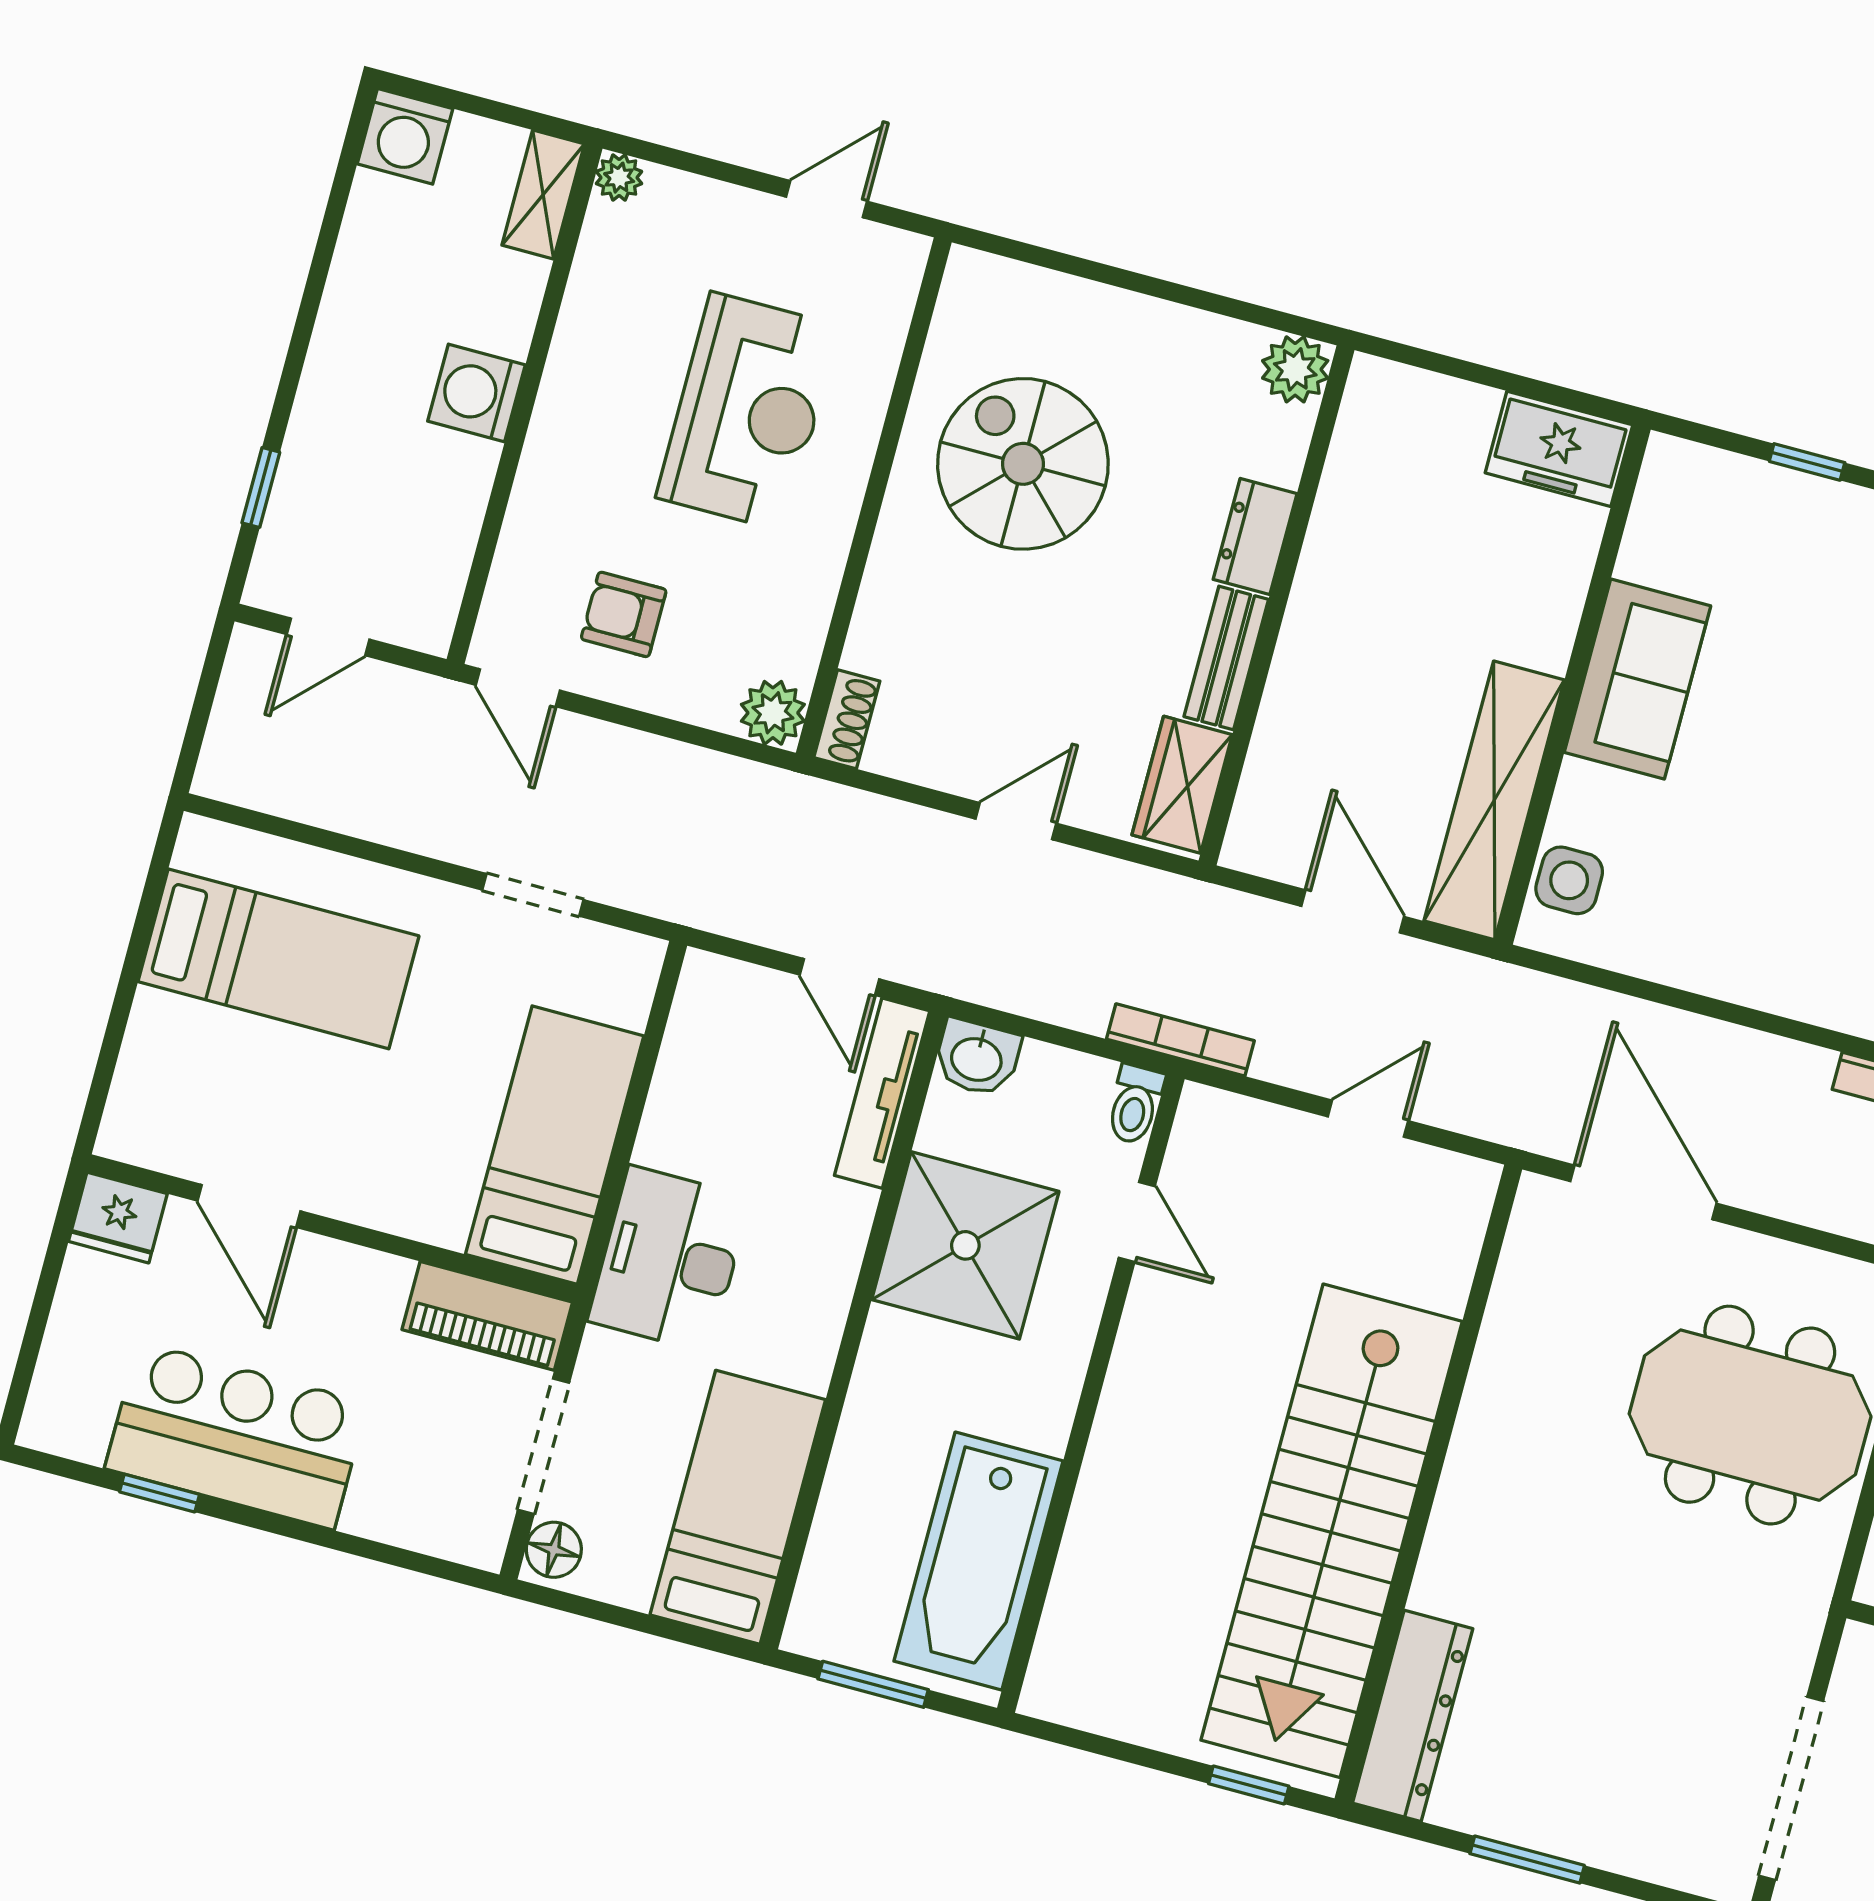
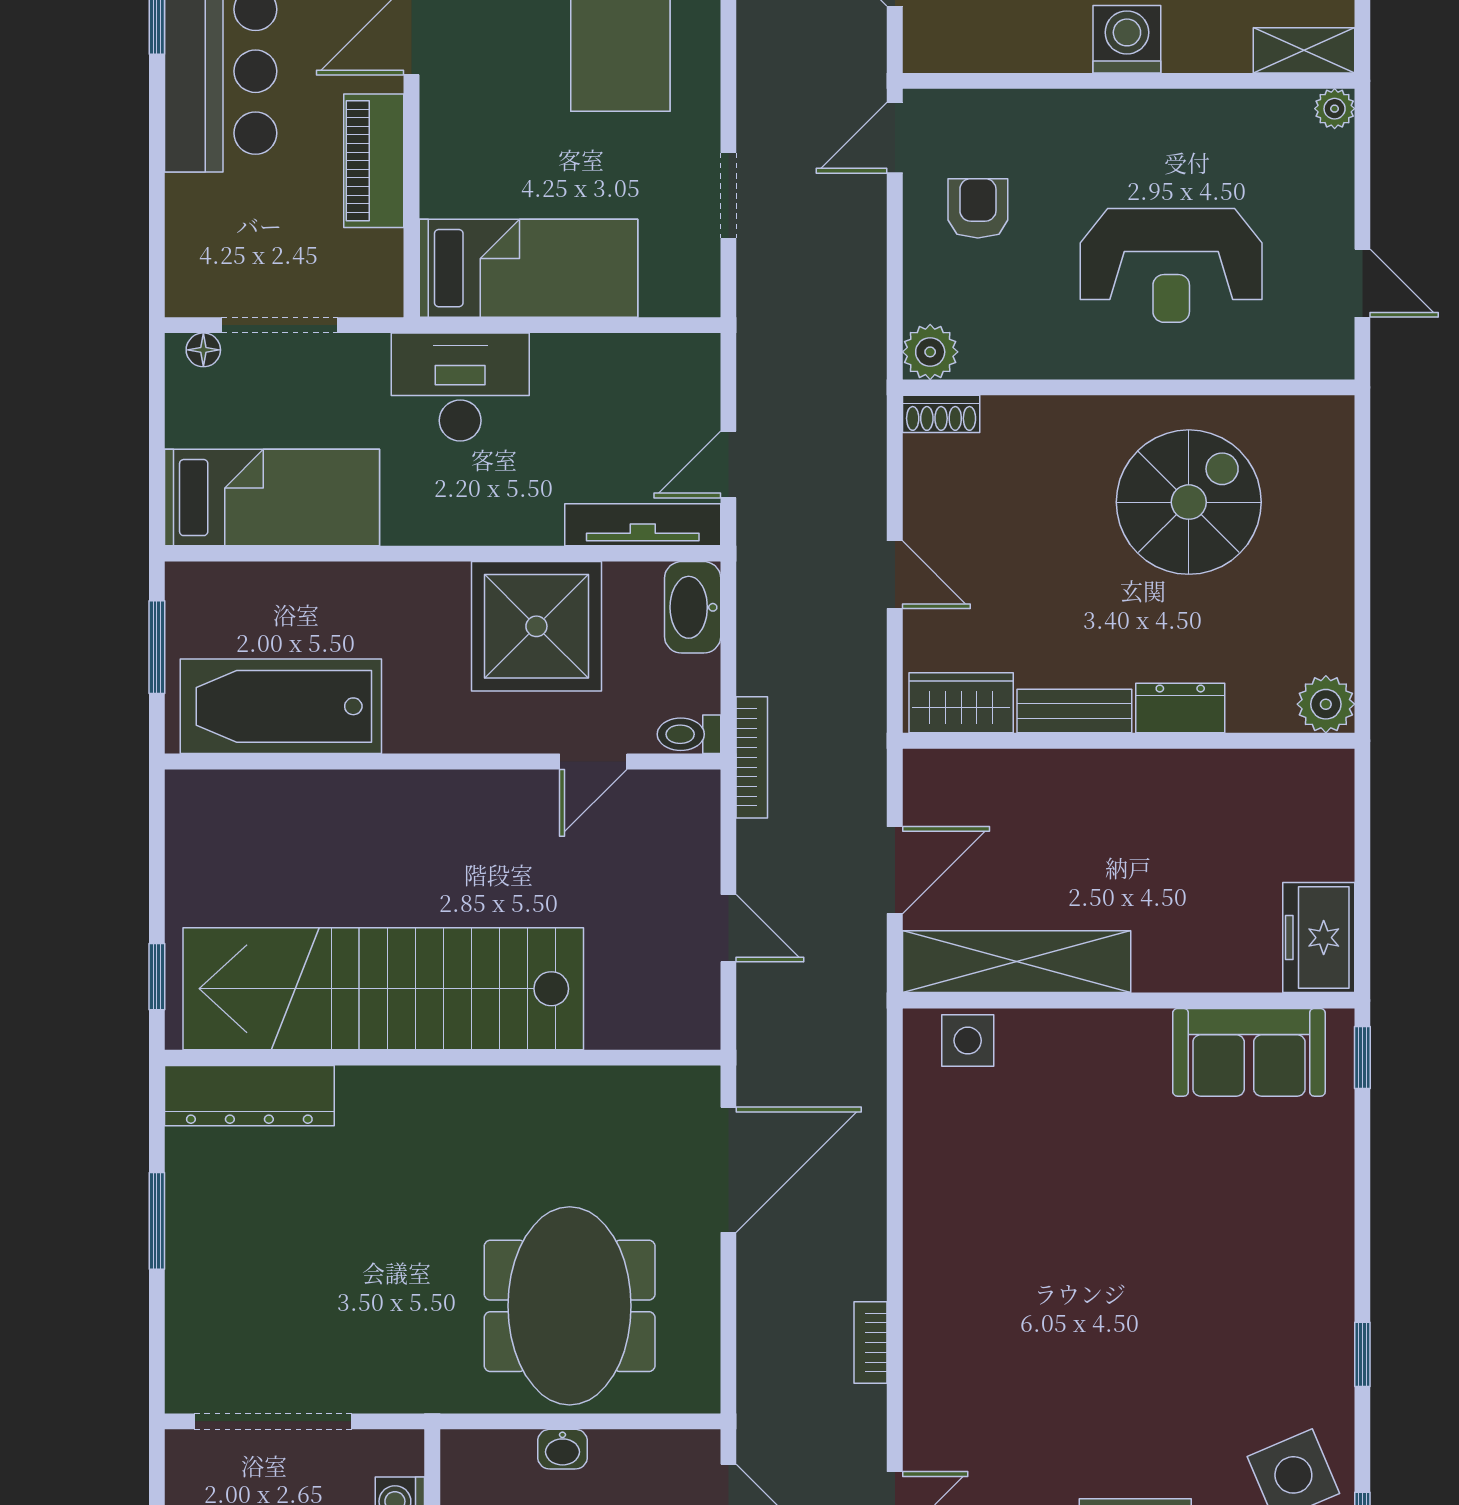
window: (1807, 462) -> (1362, 1057), moved
sofa: (1637, 679) -> (1249, 1052), moved
washbasin: (977, 1058) -> (693, 607), width x1.38
piano: (487, 1316) -> (374, 161), moved
floor lamp: (554, 1550) -> (203, 350), width x0.73, depth x0.73

